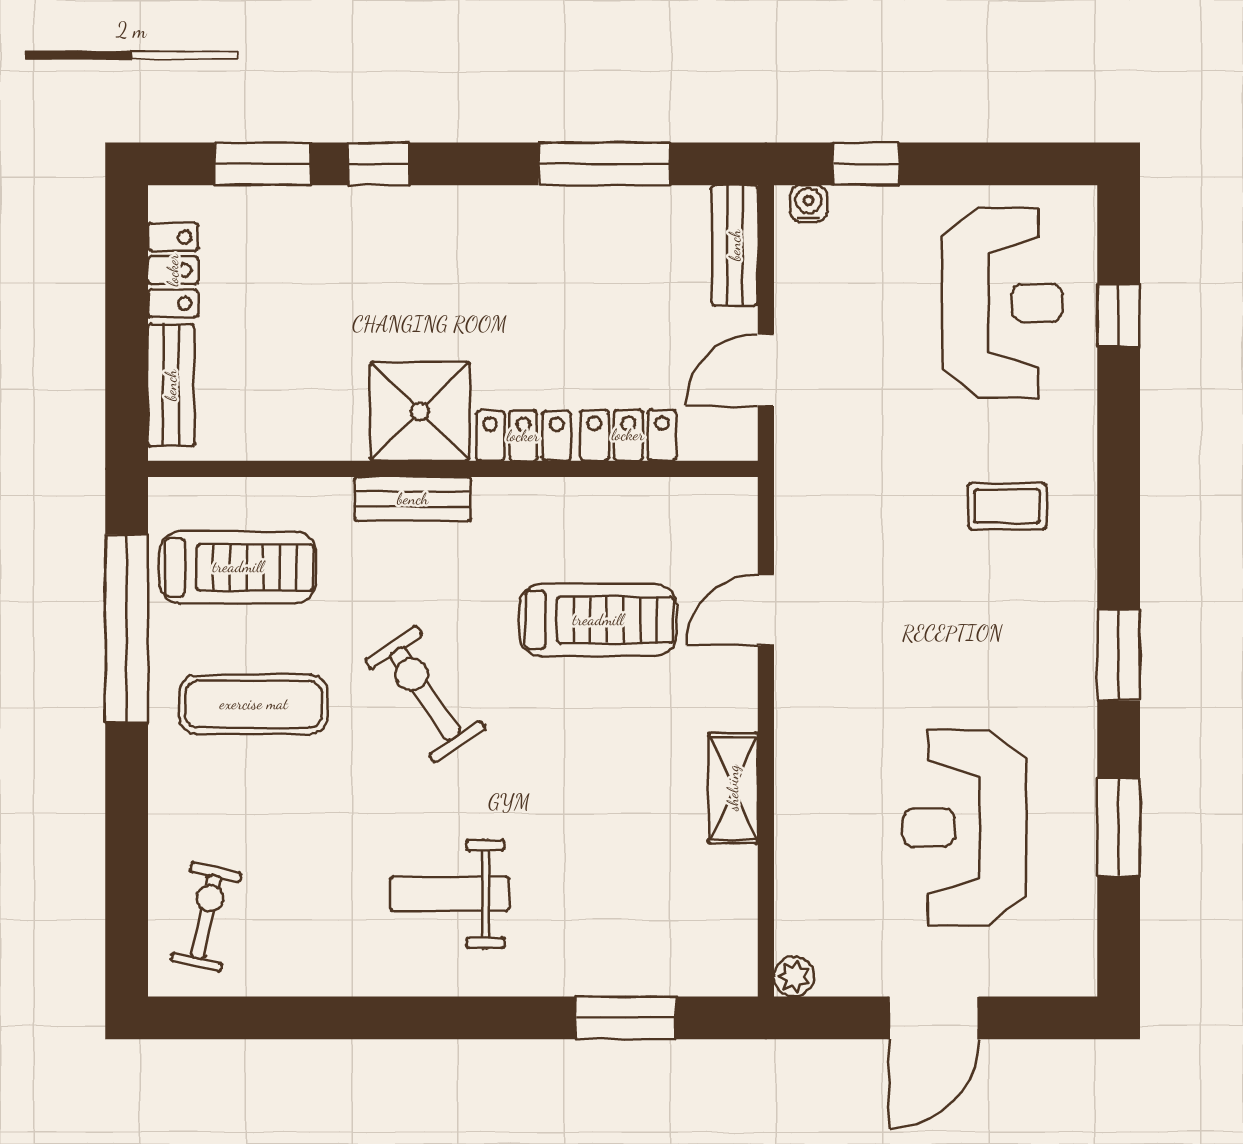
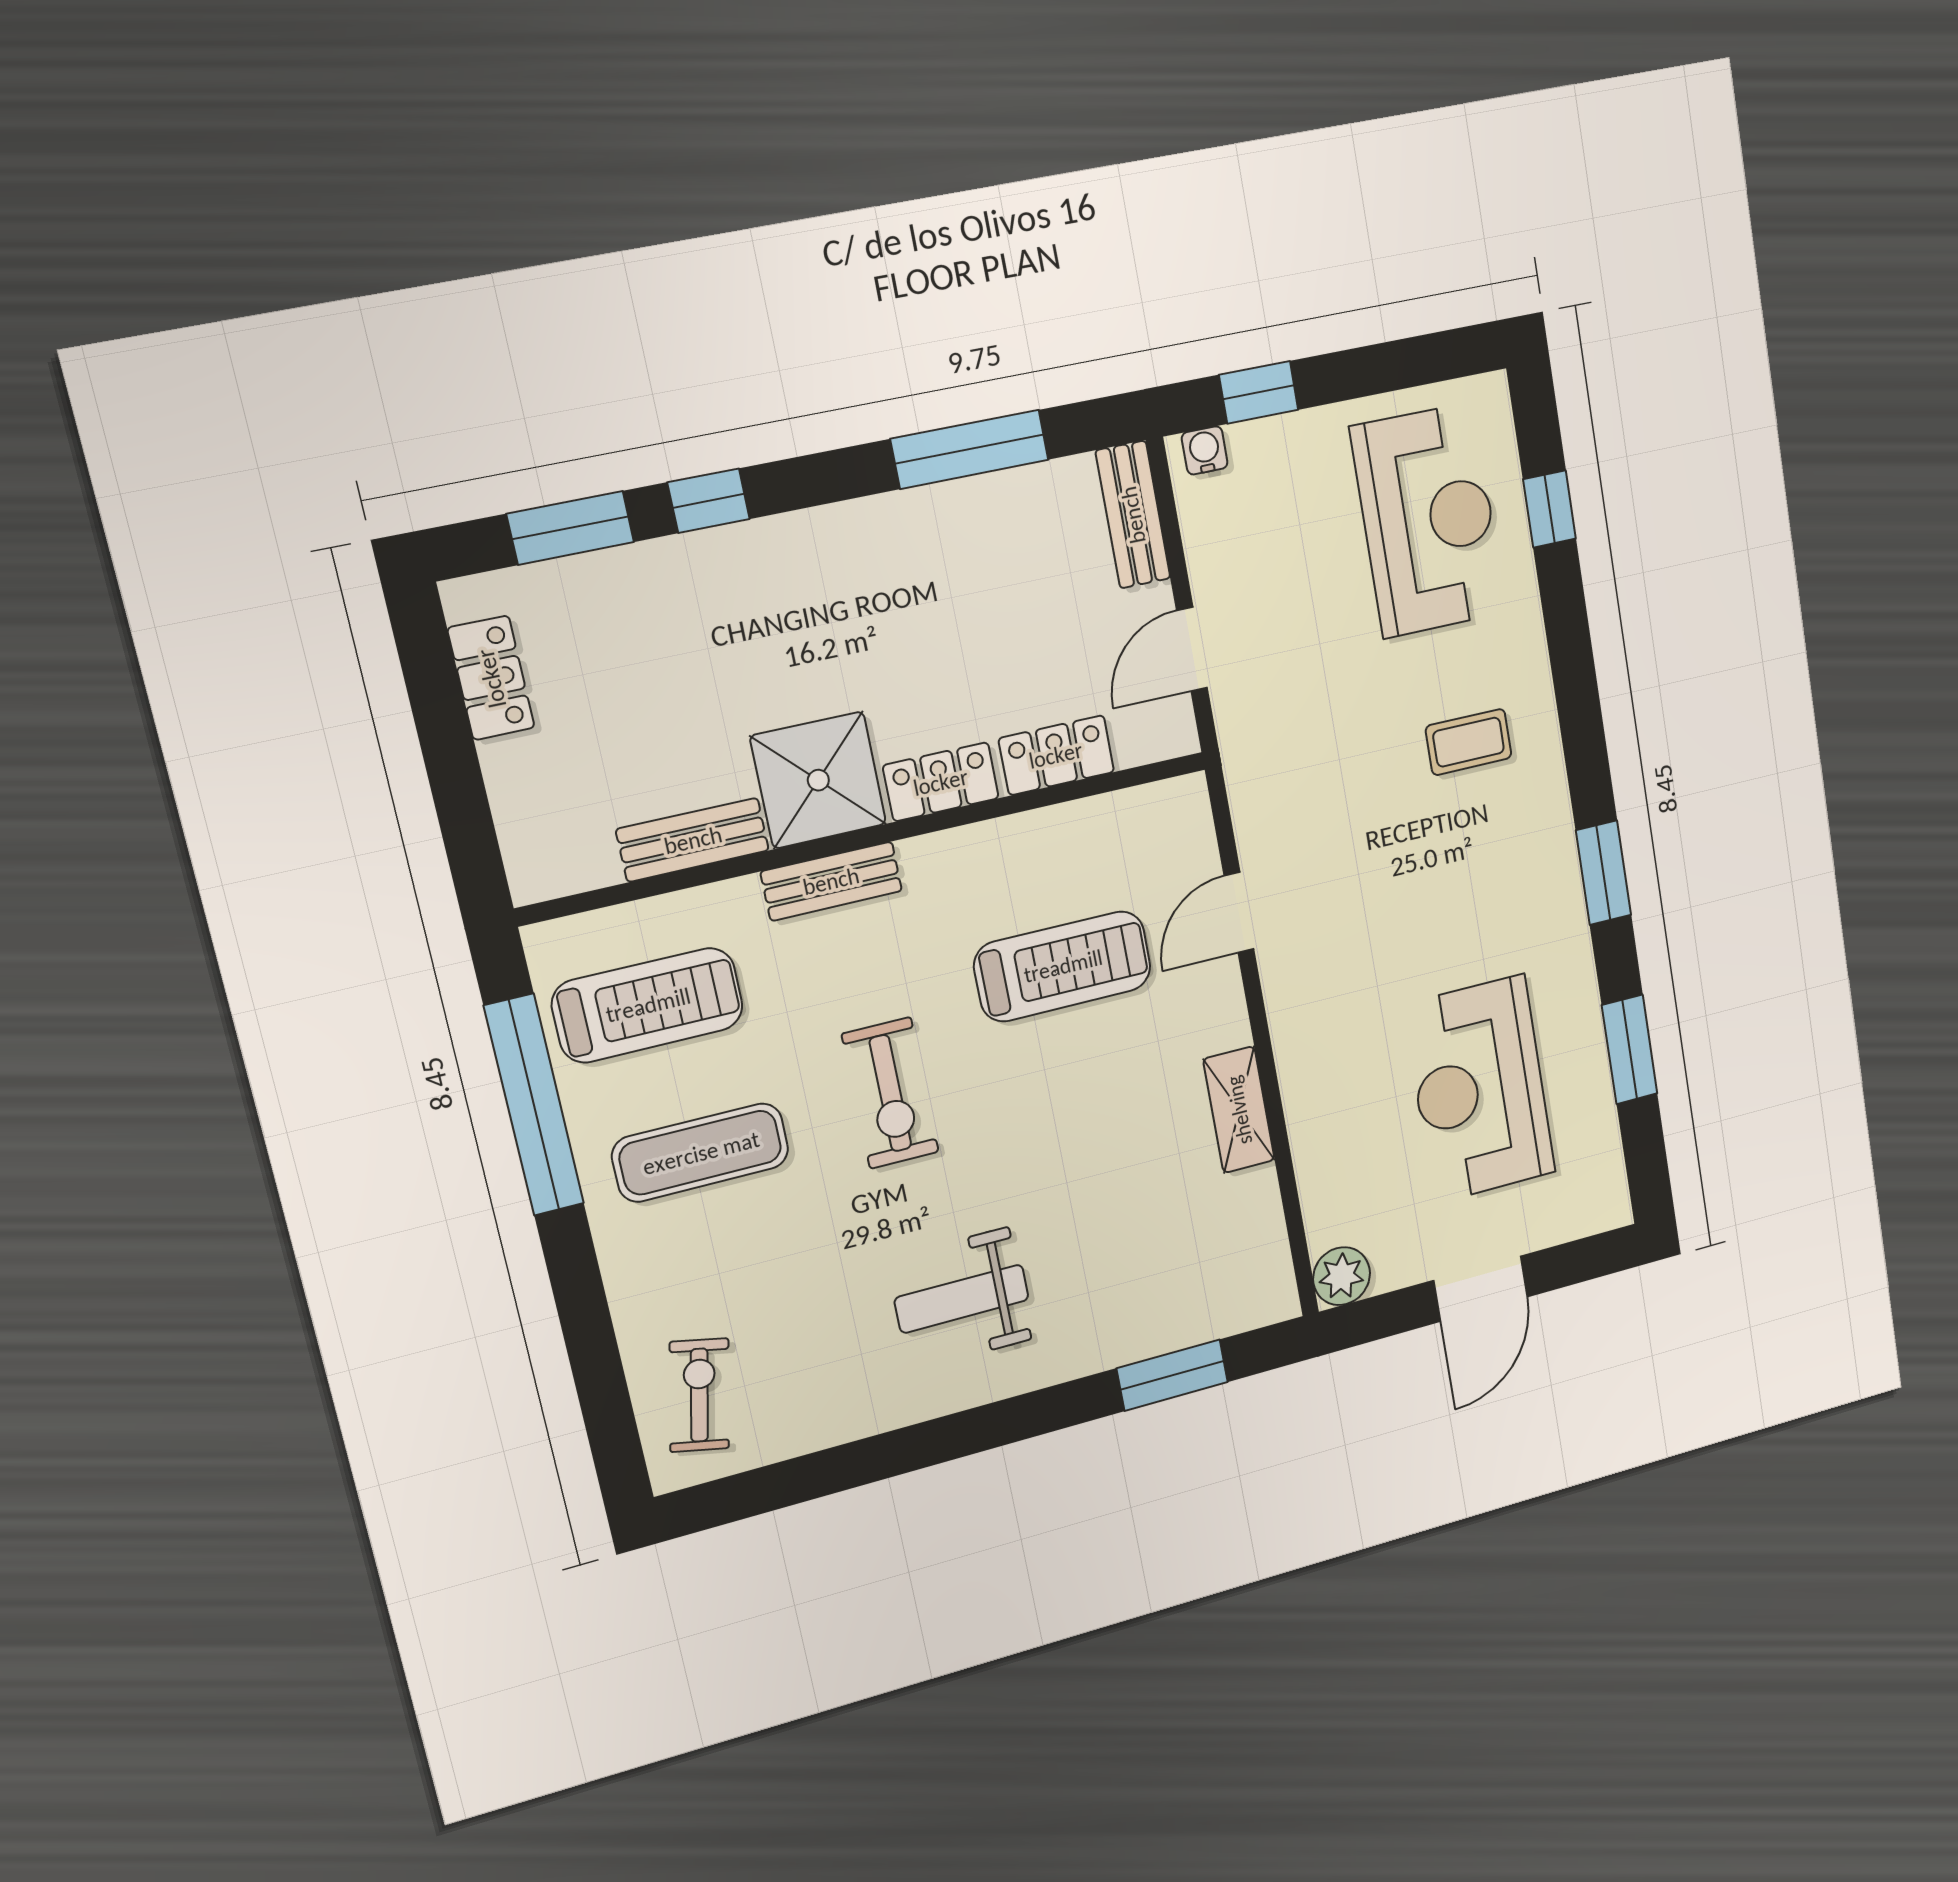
bench: (171, 385) -> (693, 840), moved, turned 90
exercise bike: (425, 694) -> (890, 1093), turned -146
plant: (794, 976) -> (1342, 1276), width x1.38, depth x1.38

